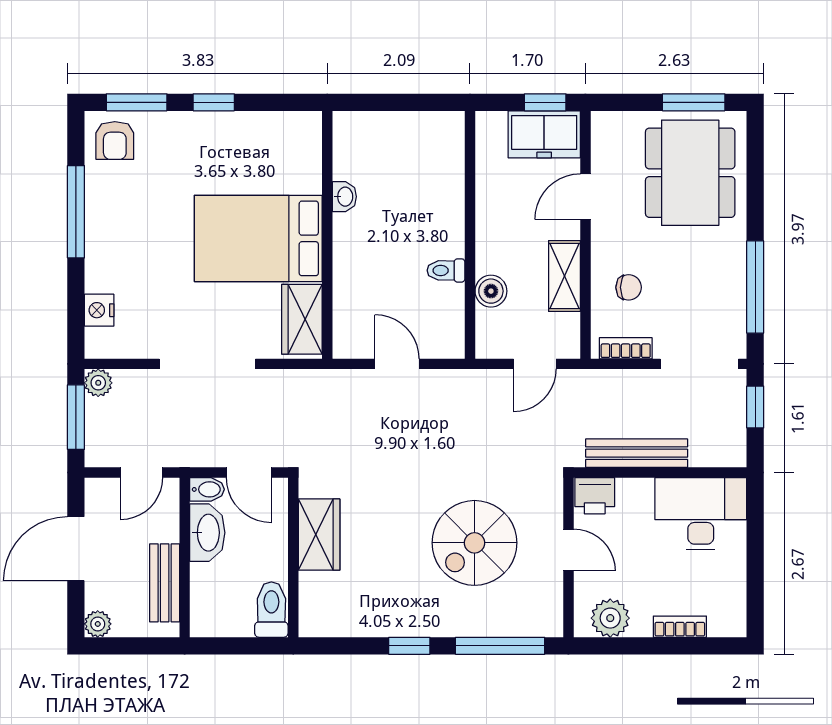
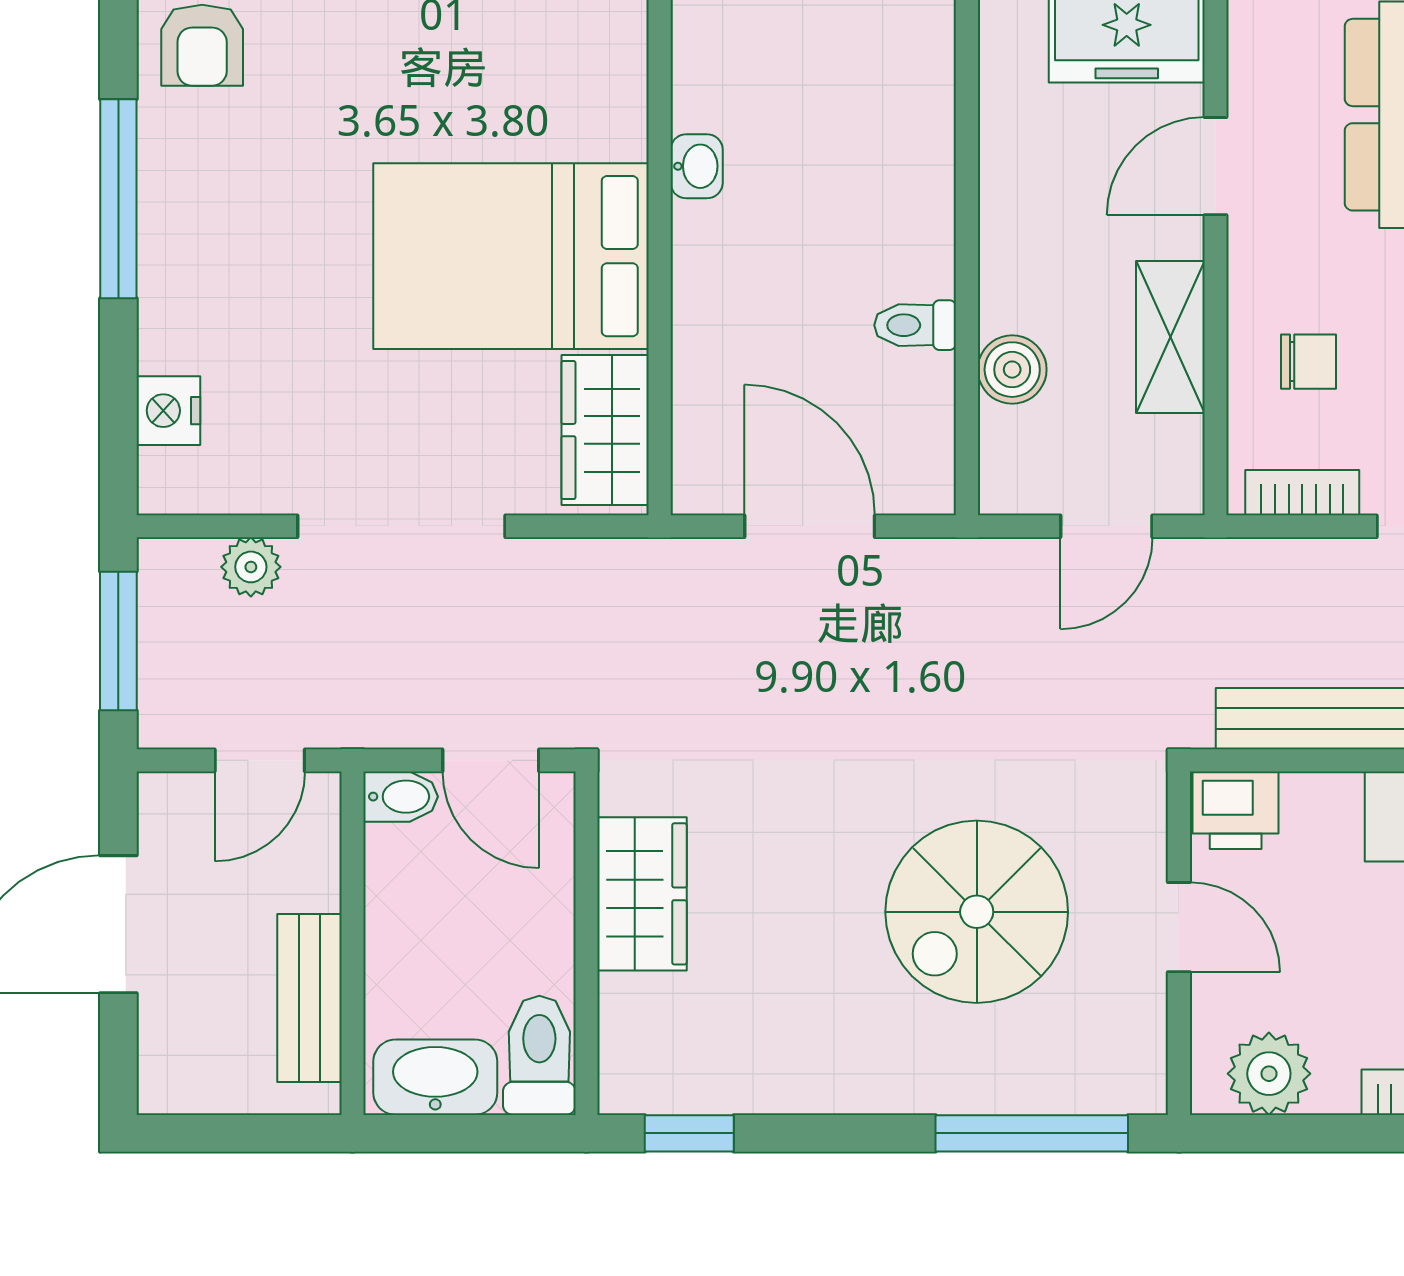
door: (397, 364) -> (810, 526), width x1.38
plant: (98, 383) -> (251, 567), moved
washbasin: (207, 533) -> (435, 1077), moved, turned -90
plant: (98, 624) -> (165, 1086), removed
window: (409, 646) -> (689, 1133), moved

